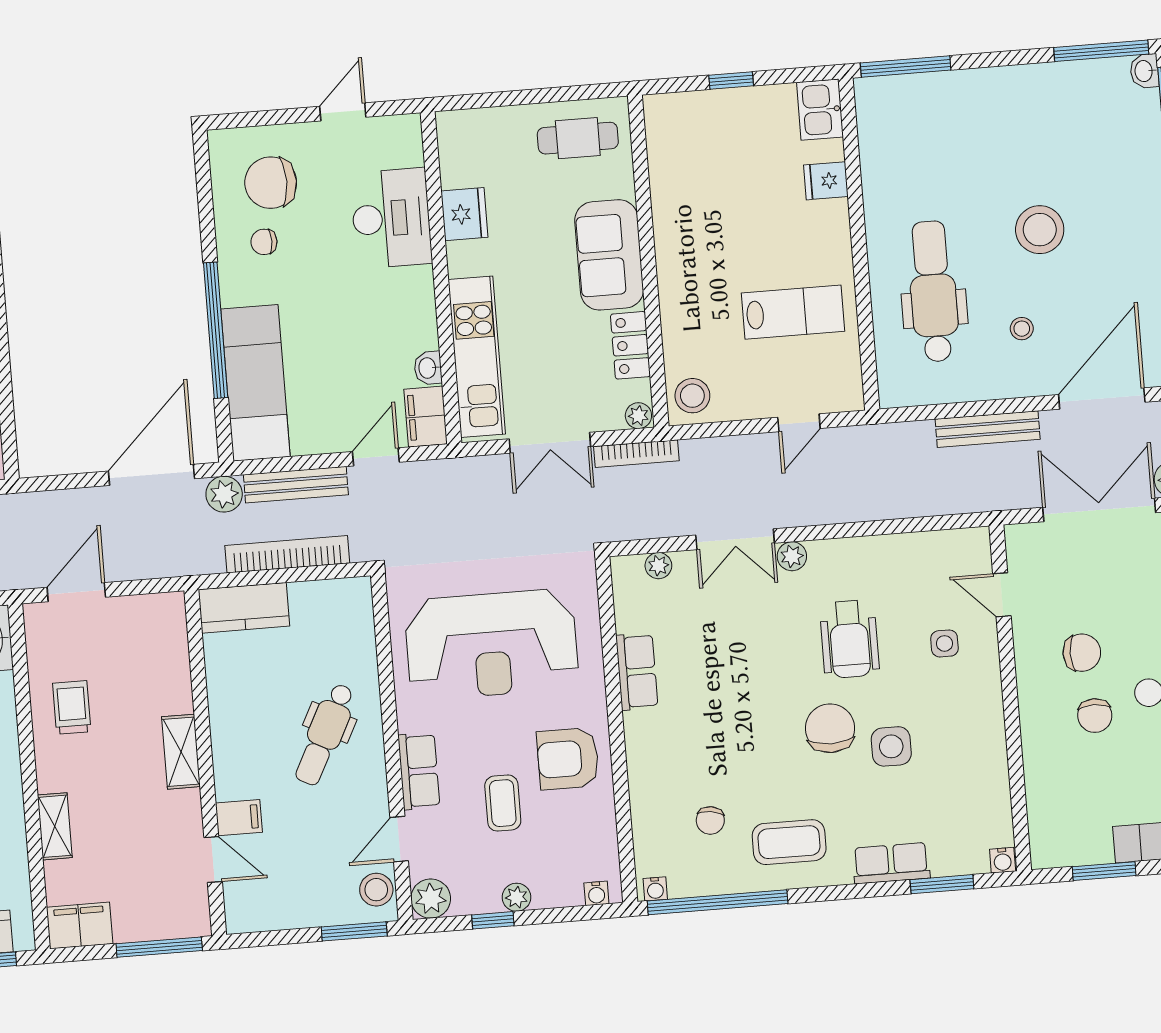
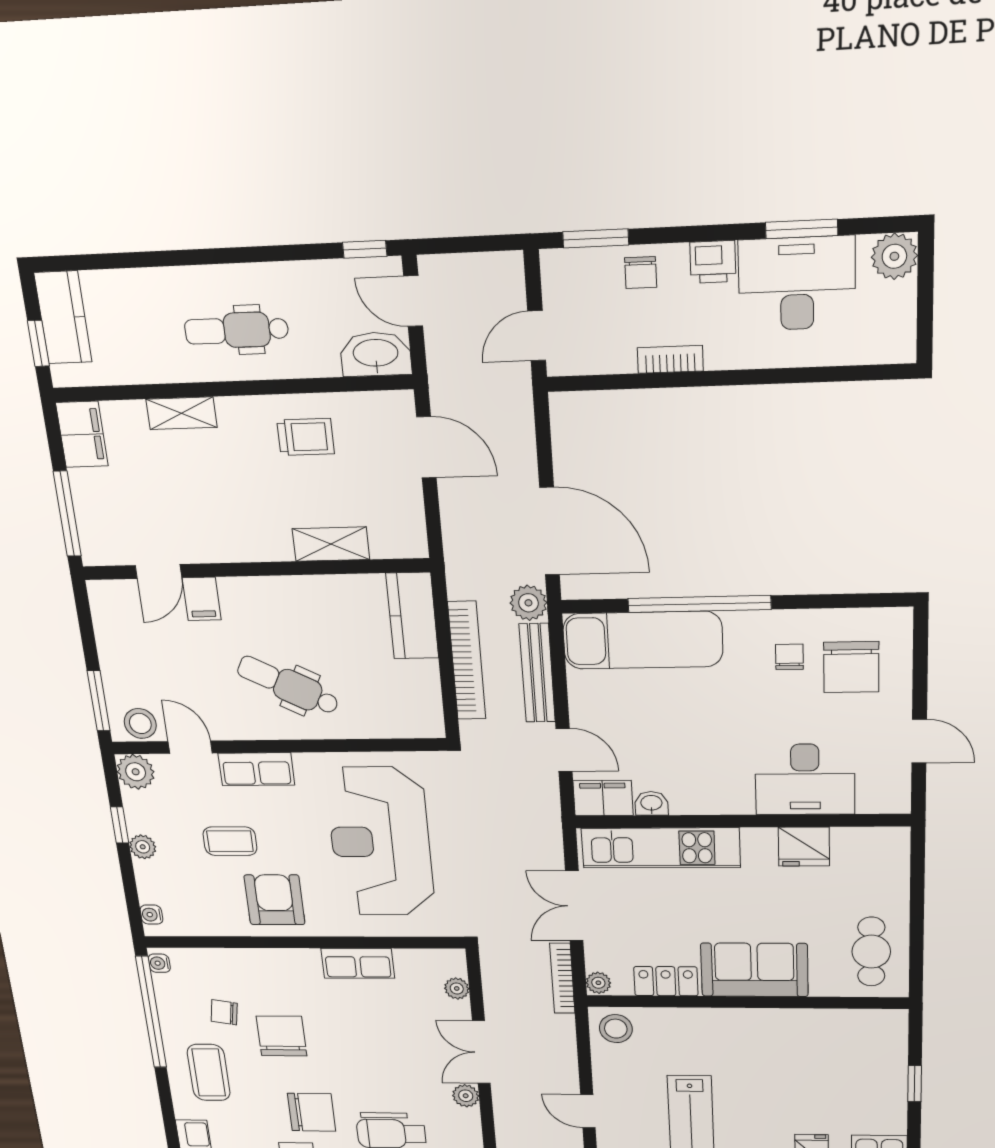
chair: (271, 183) -> (851, 667), turned 180
shelving: (181, 752) -> (331, 544), moved
chair: (735, 758) -> (282, 1036), added

